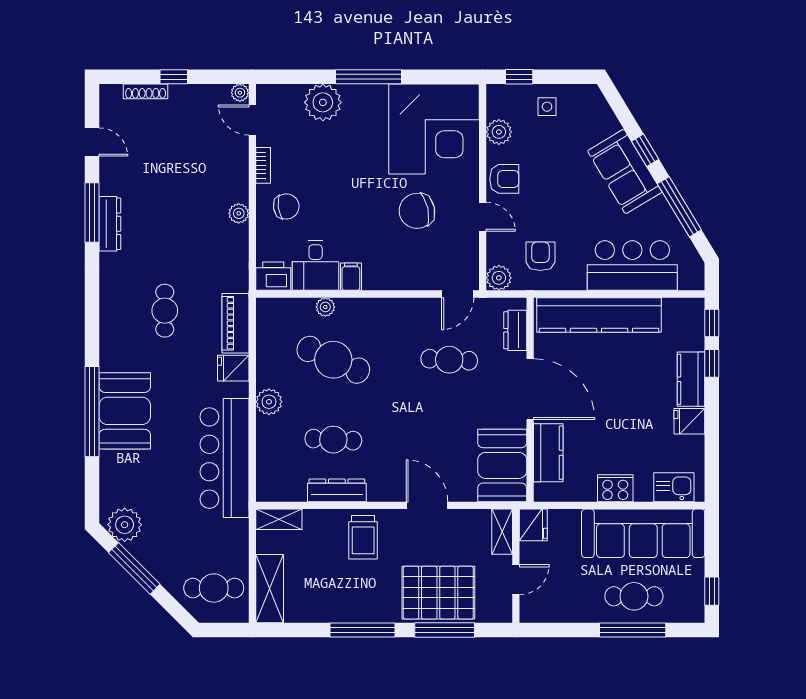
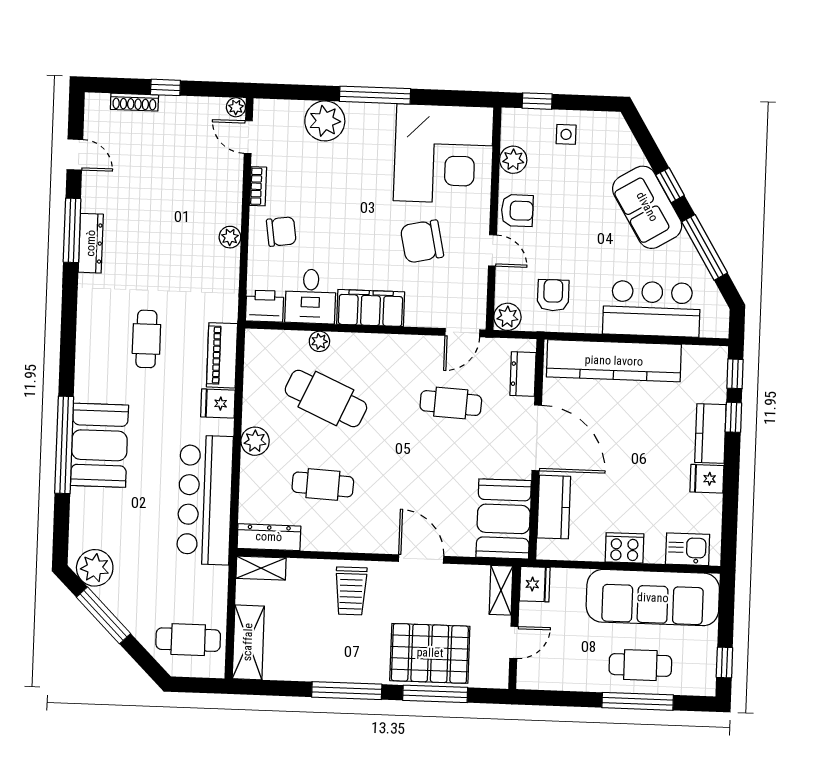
filing cabinet: (351, 277) -> (371, 308), width x3.00, depth x1.17
dresser: (337, 490) -> (269, 537), moved

